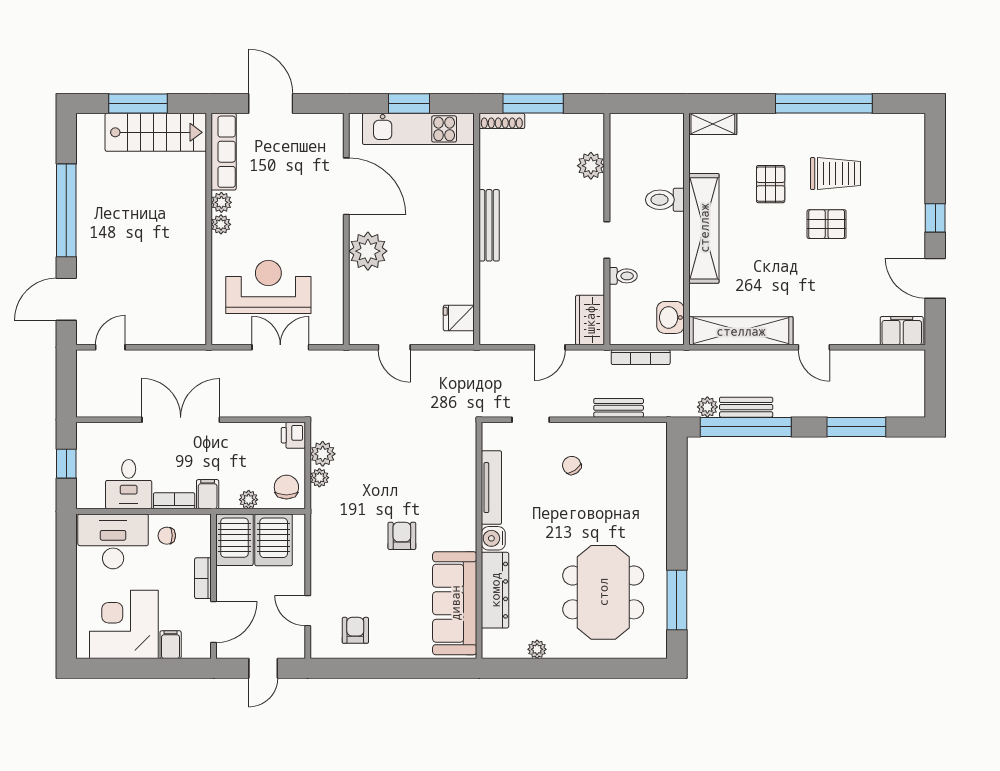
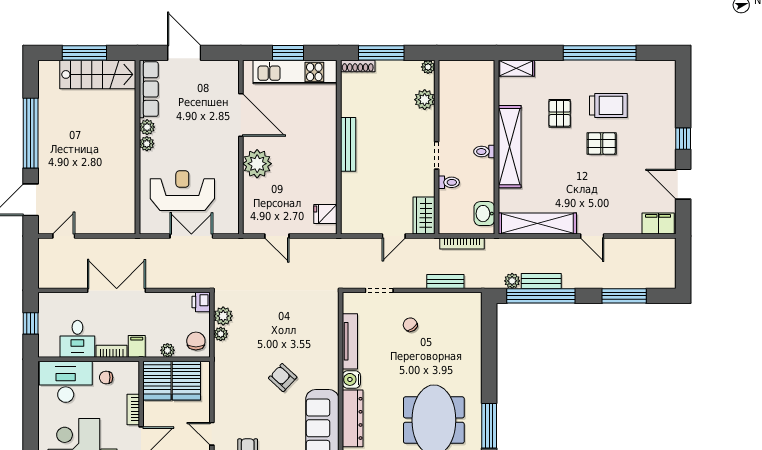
plant: (595, 122) -> (428, 67), added
toilet: (665, 200) -> (484, 152), moved, width x0.73, depth x0.72
armchair: (402, 536) -> (283, 378), turned -47

